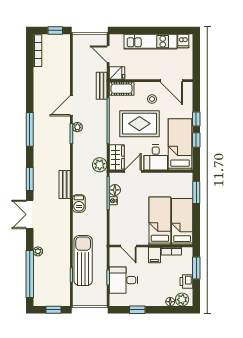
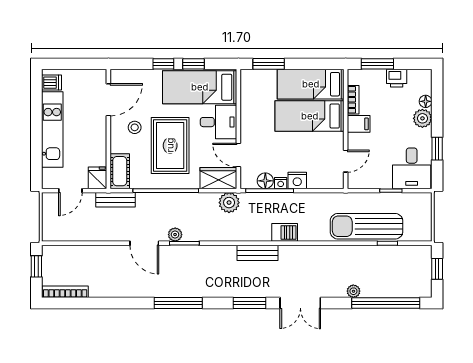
nightstand: (115, 212) -> (297, 180), added
desk: (124, 280) -> (412, 168), moved
plant: (182, 300) -> (422, 118), moved

